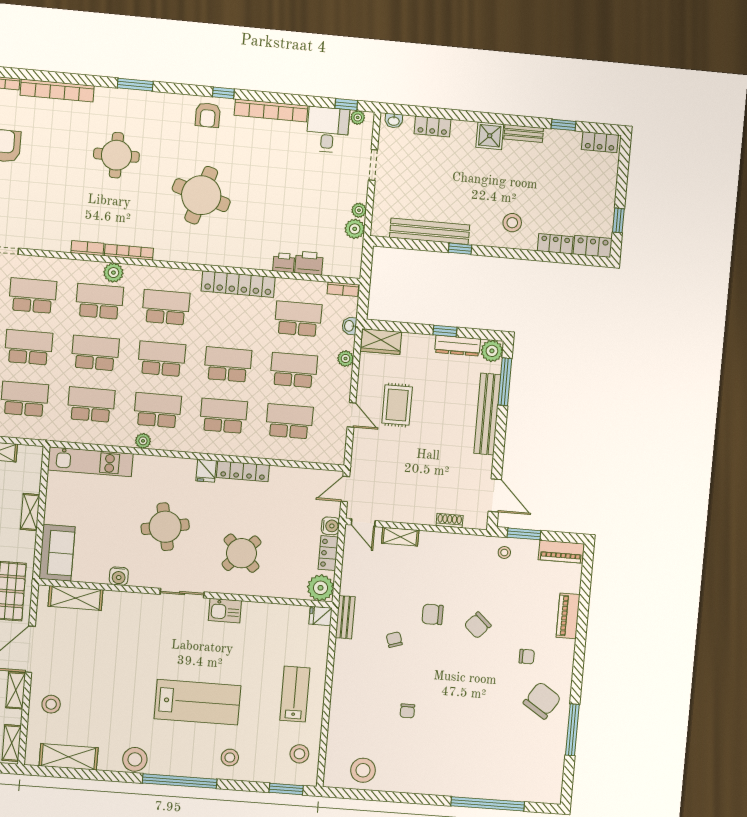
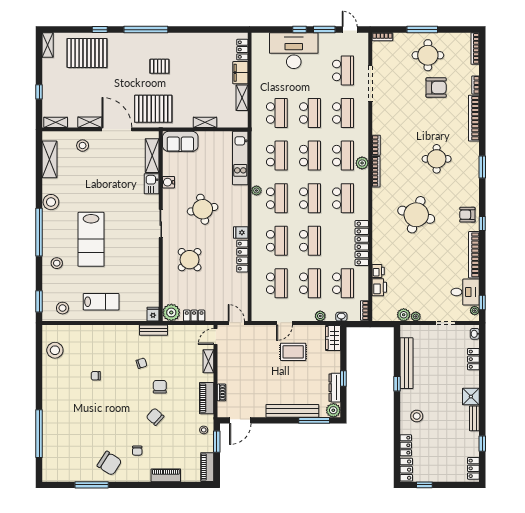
water cooler: (330, 526) -> (212, 315), removed
piano: (456, 544) -> (207, 398), added
kitchen sink: (225, 611) -> (152, 184), moved

